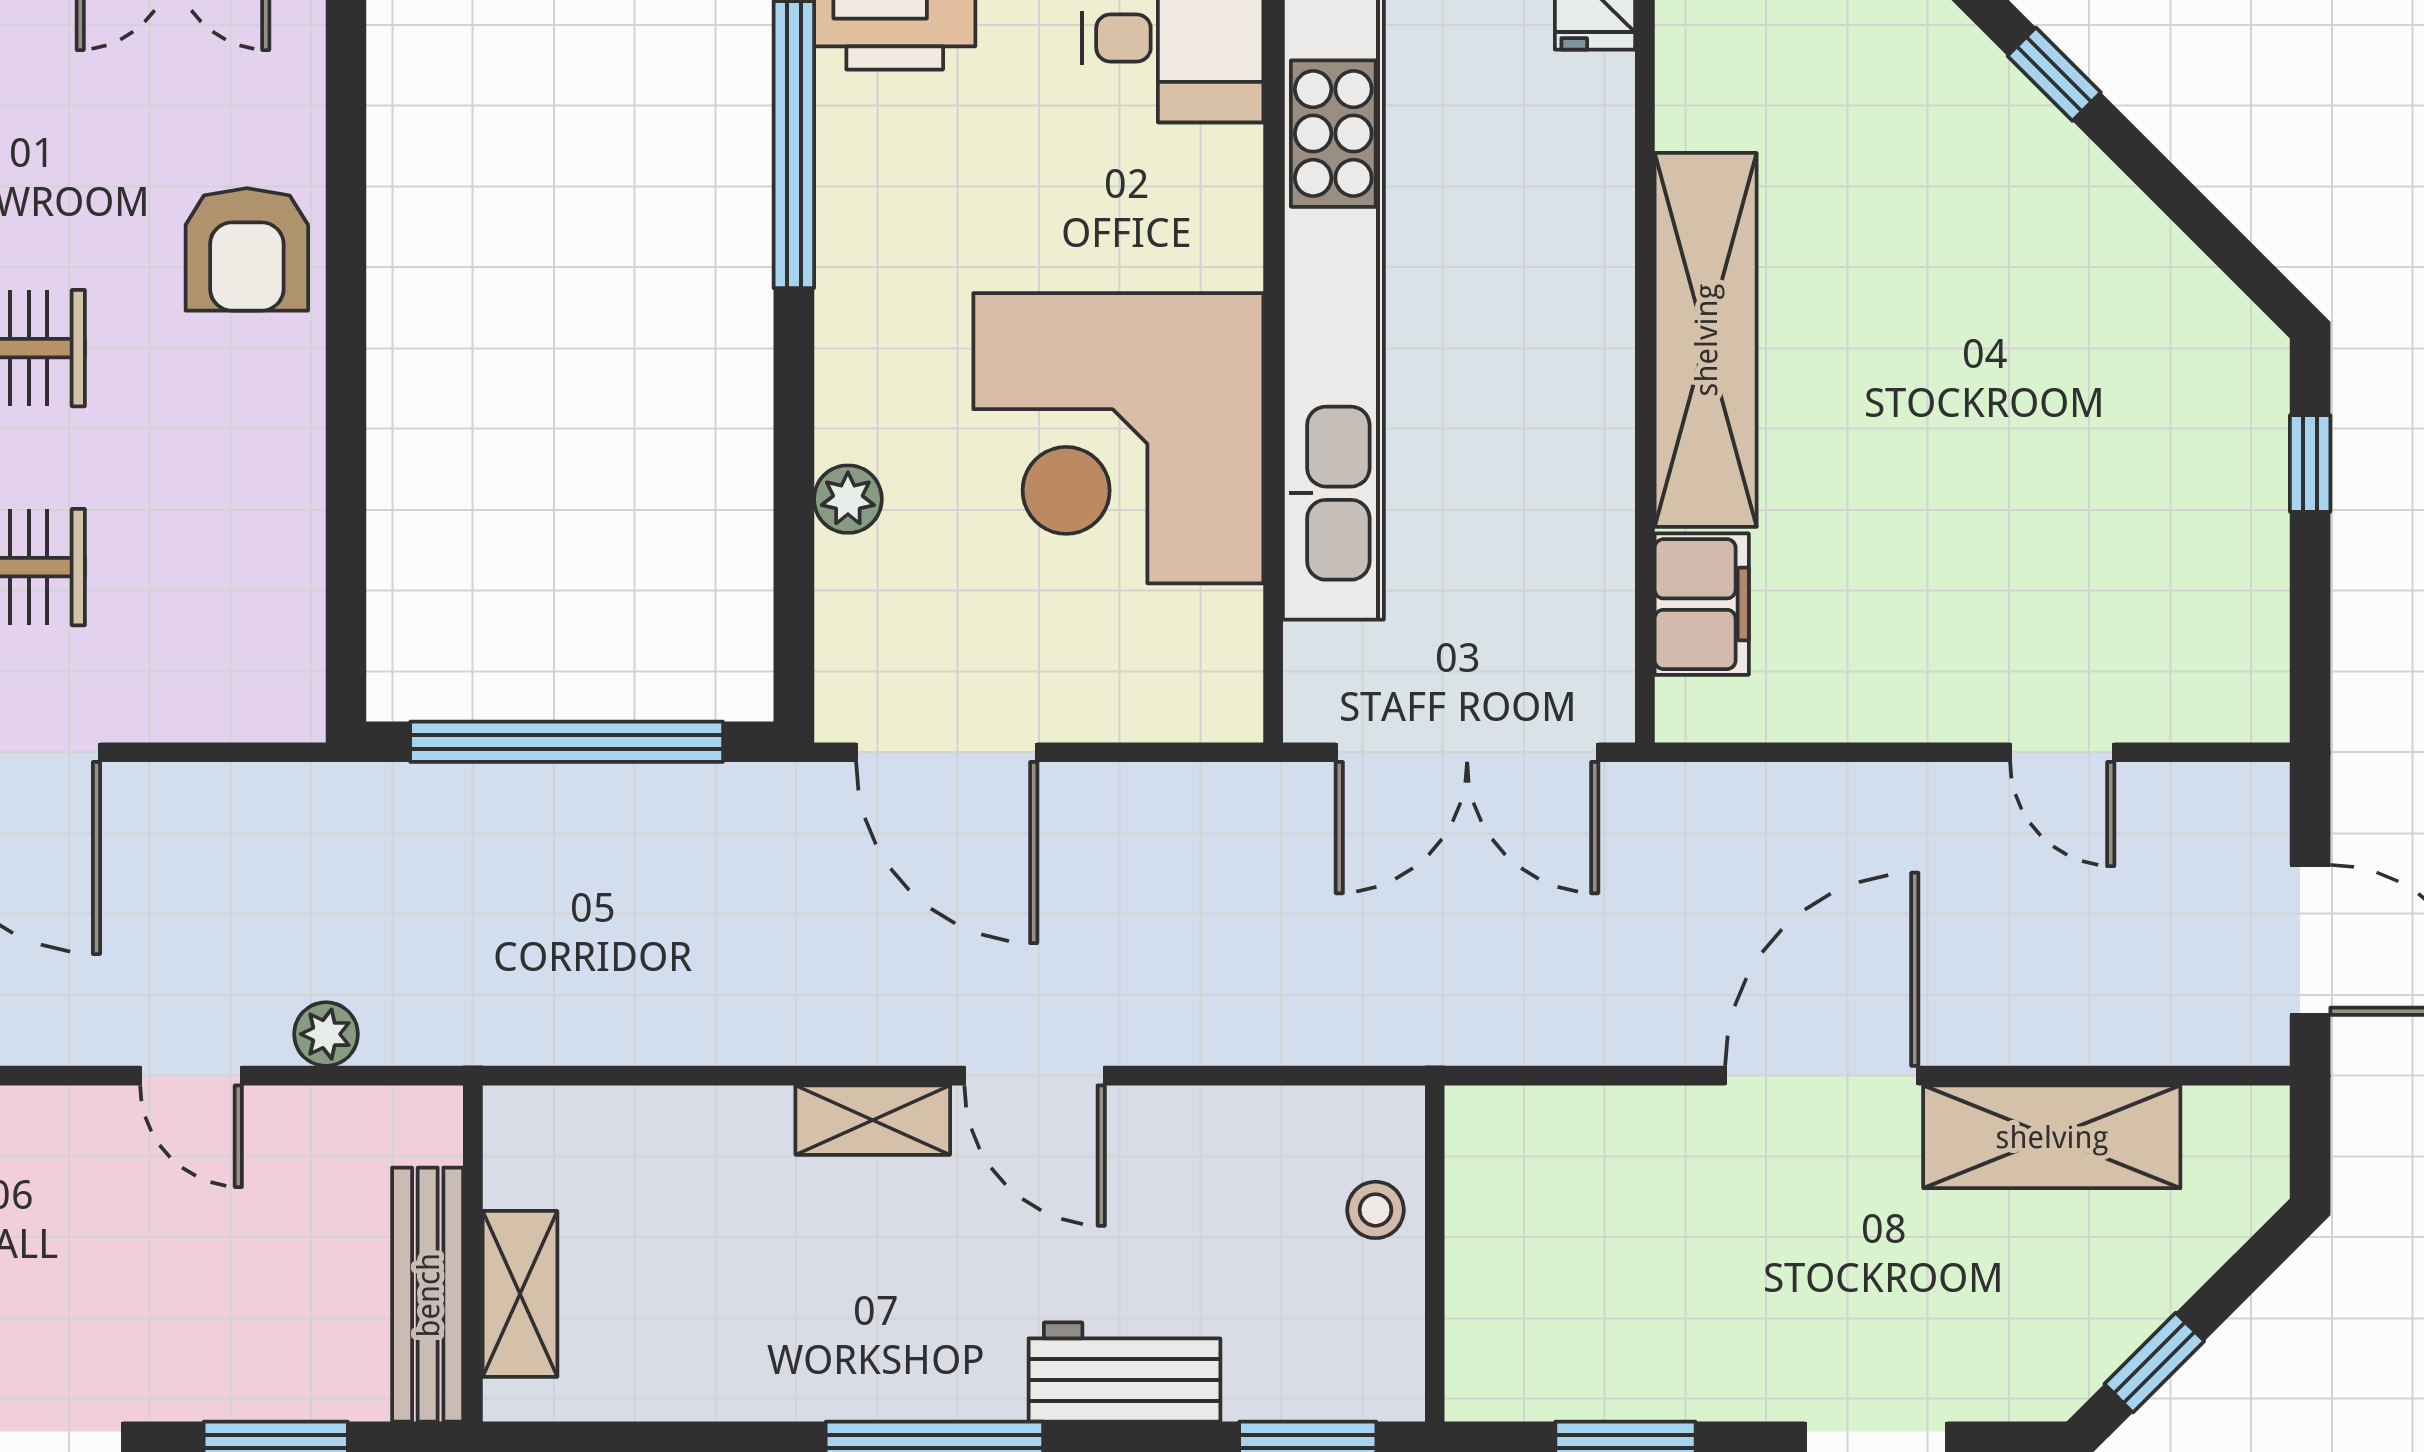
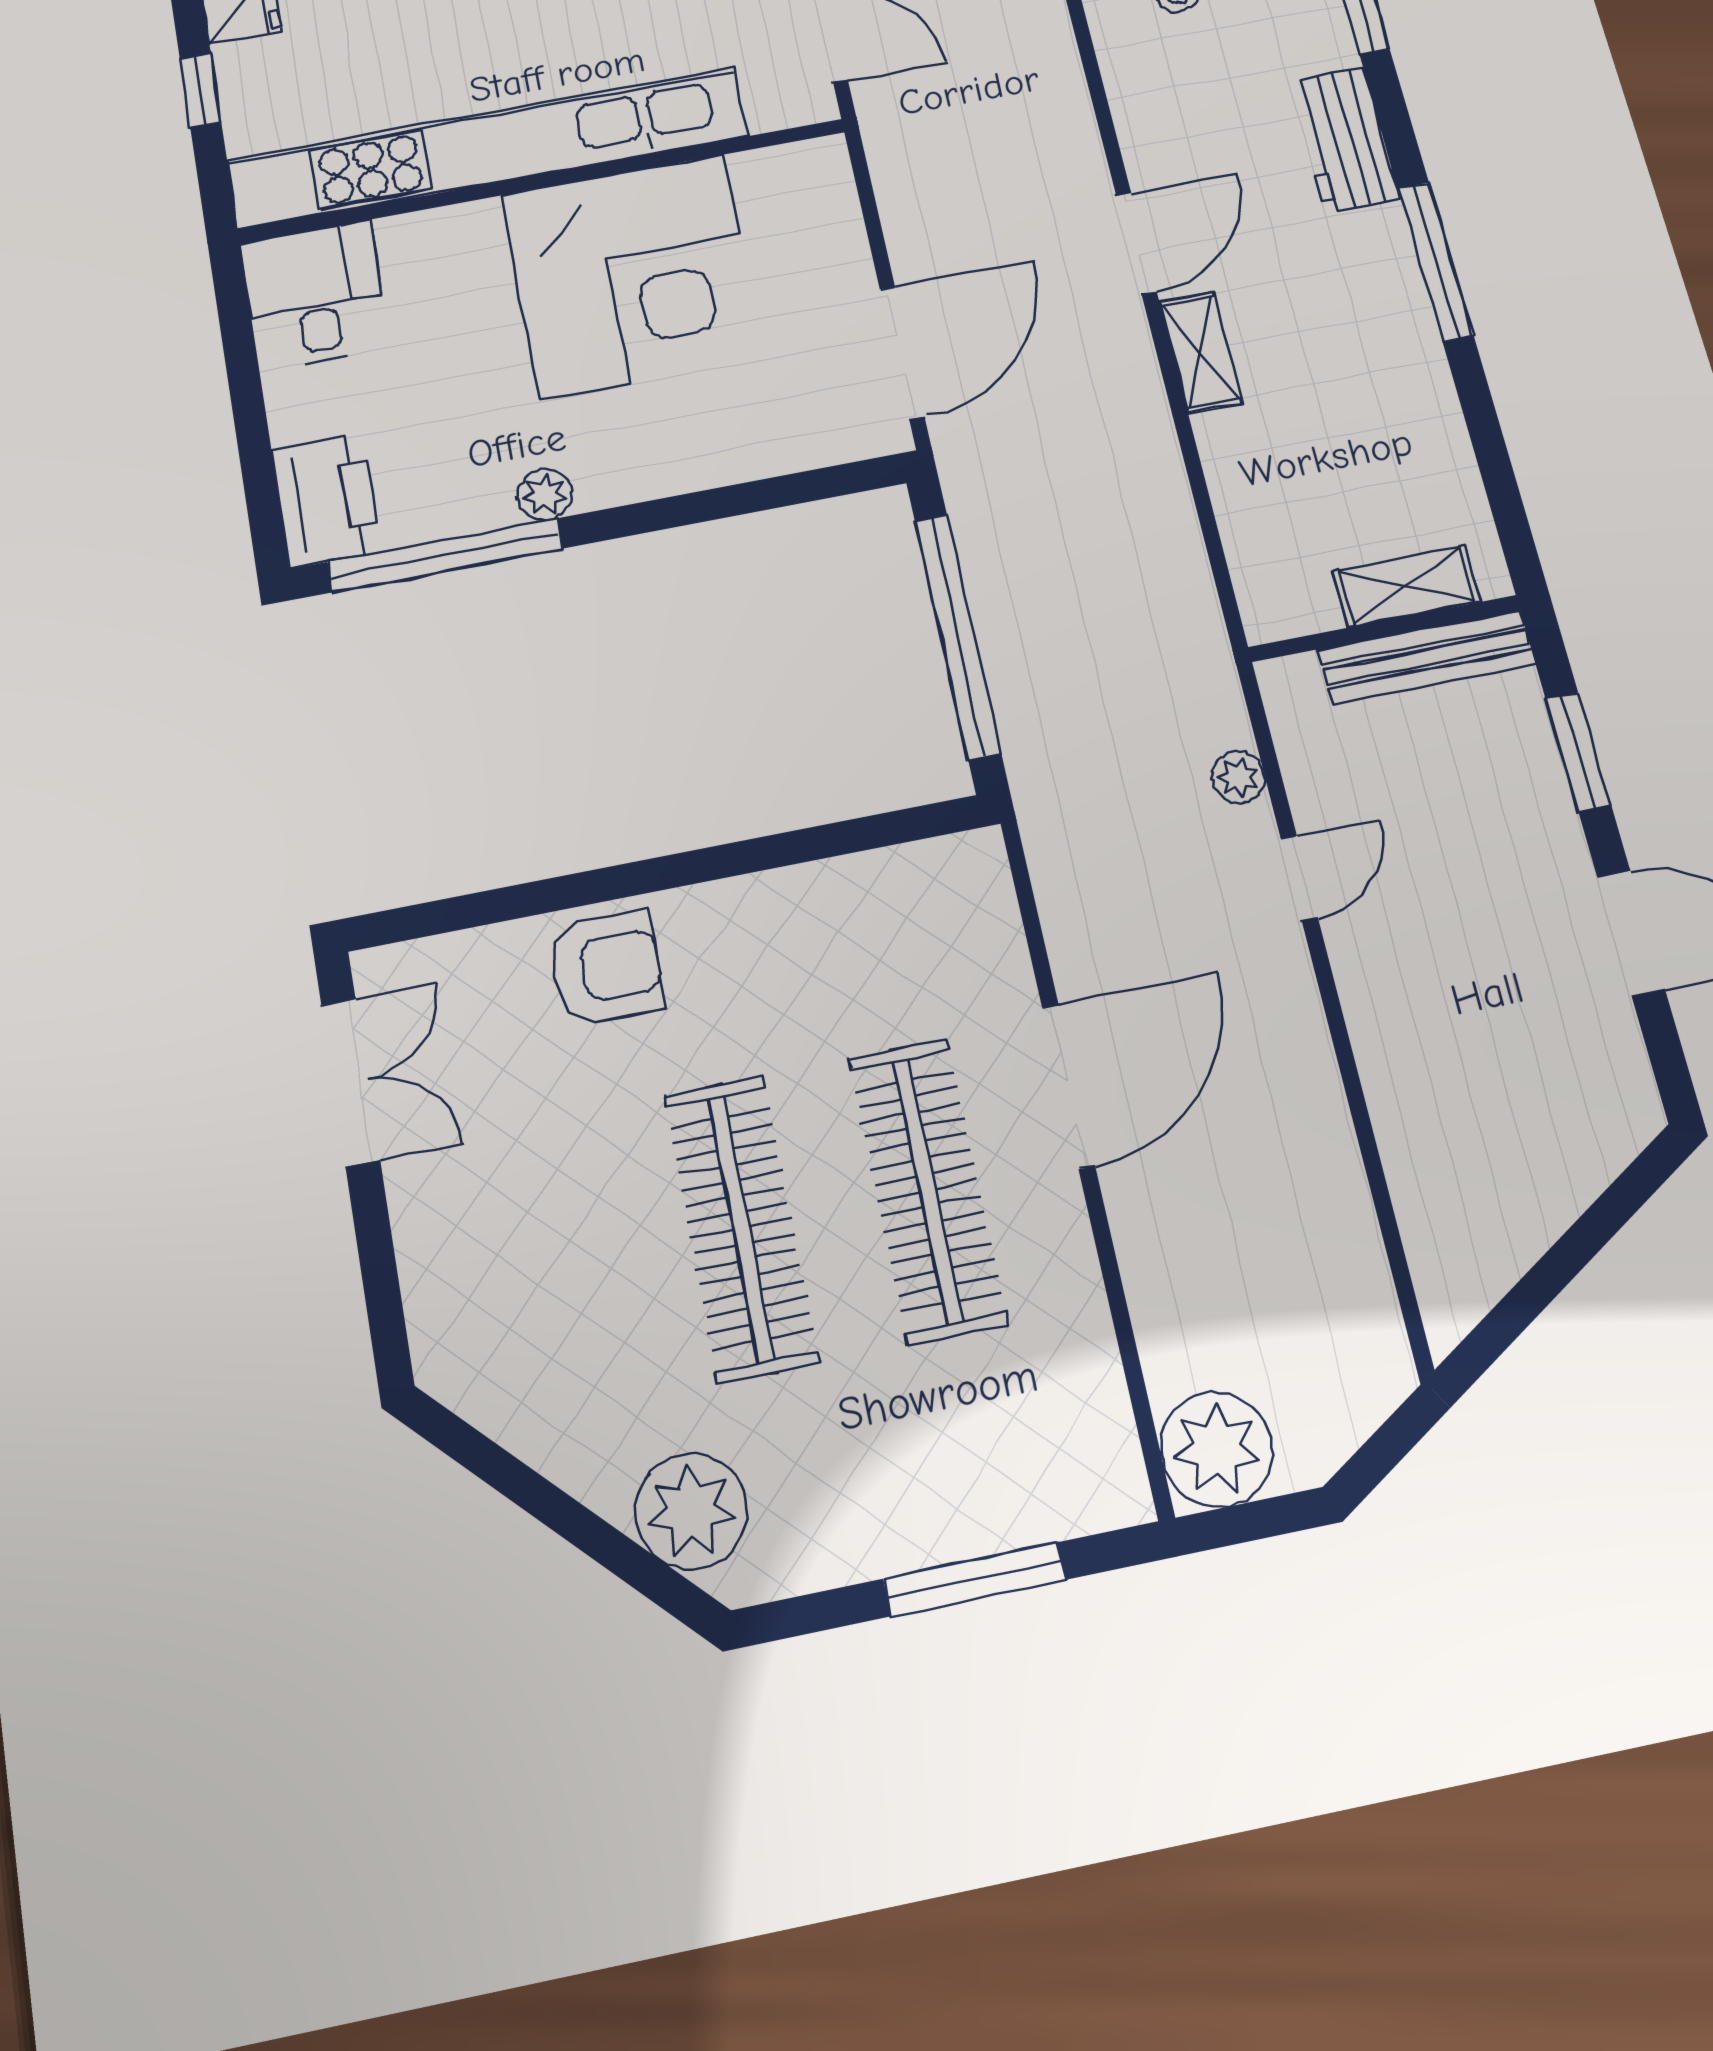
plant: (848, 499) -> (545, 495), moved

